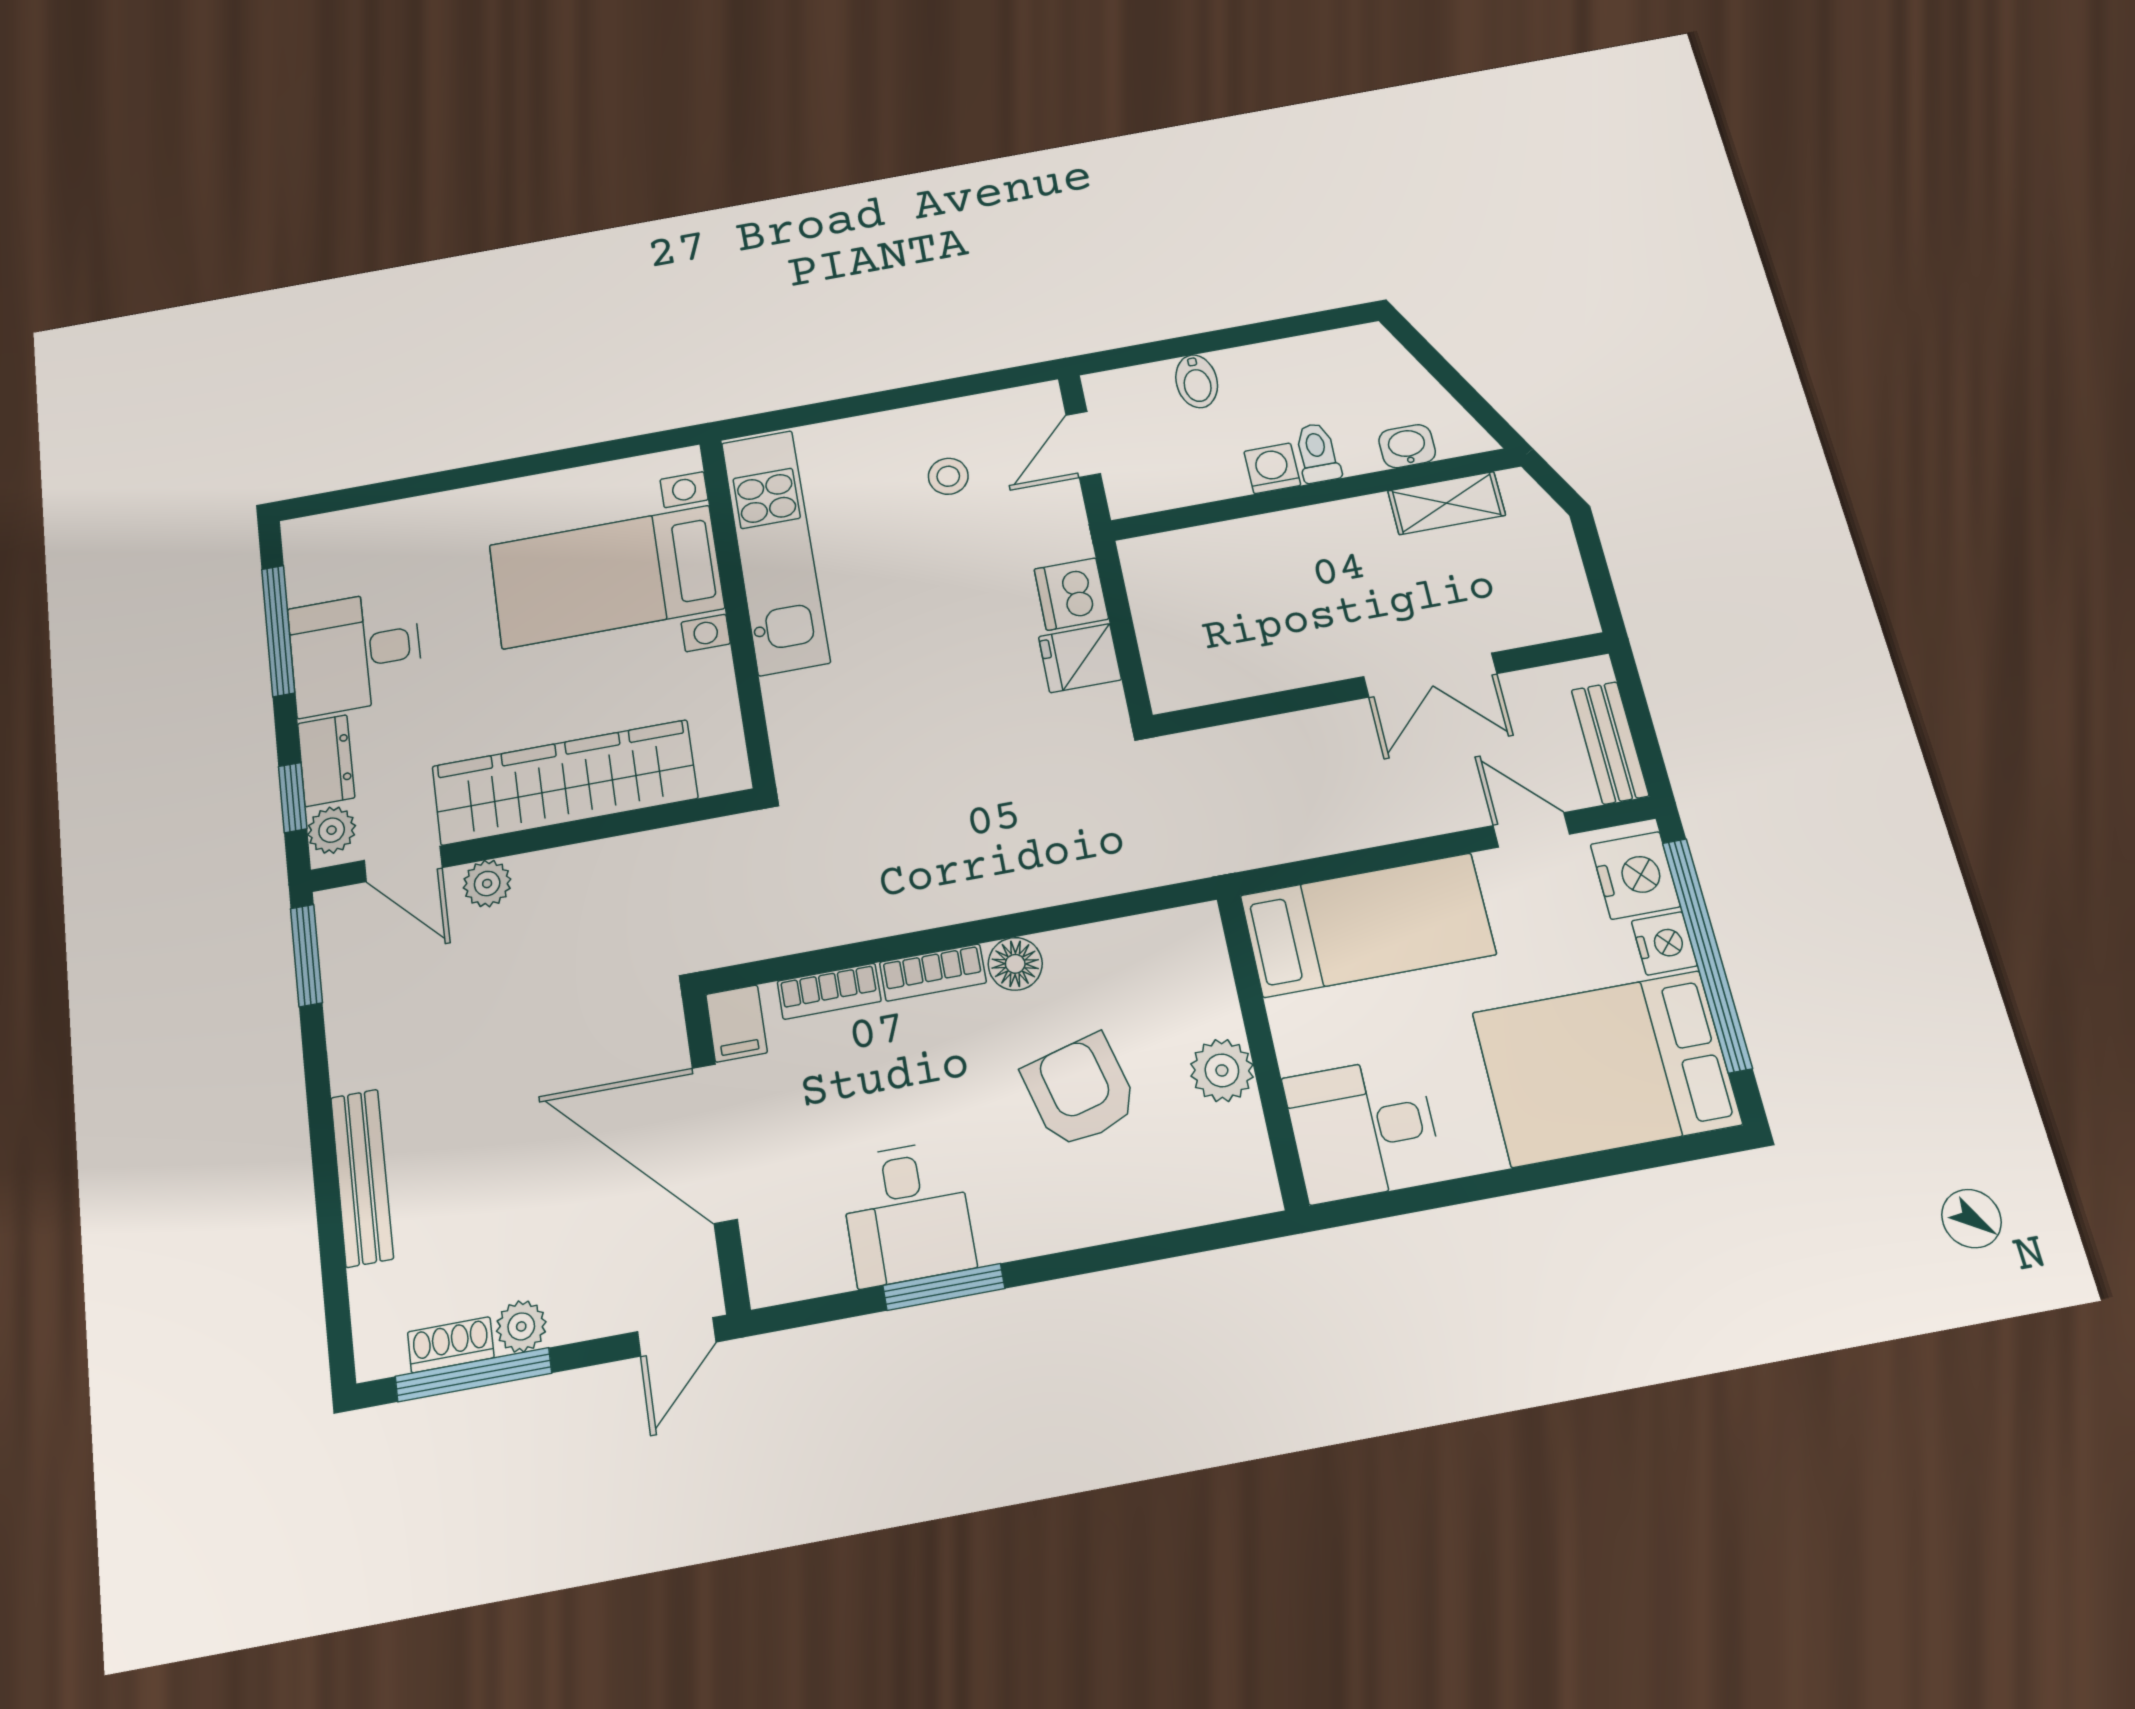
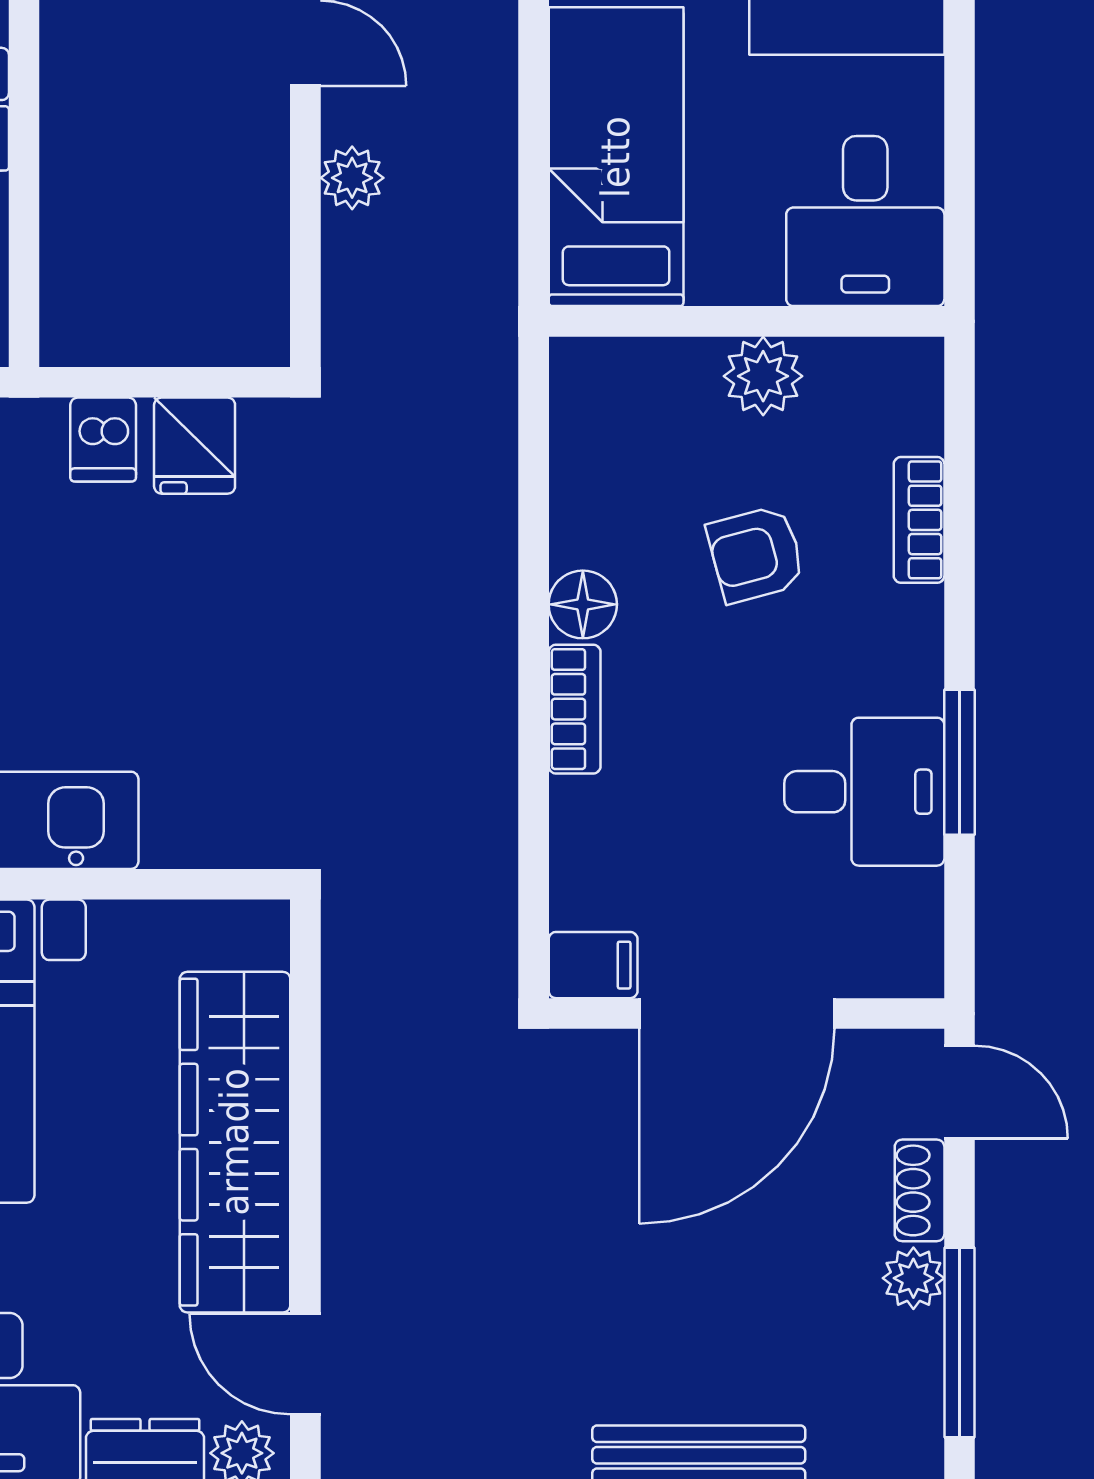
dishwasher: (1071, 594) -> (103, 440), width x0.73
door: (403, 864) -> (305, 1364), swing flipped
plant: (487, 884) -> (352, 178), moved
bookcase: (829, 991) -> (919, 520), moved, turned 180
armchair: (1080, 1091) -> (756, 554), width x0.72, depth x0.72
shoe rack: (451, 1345) -> (920, 1190), moved

